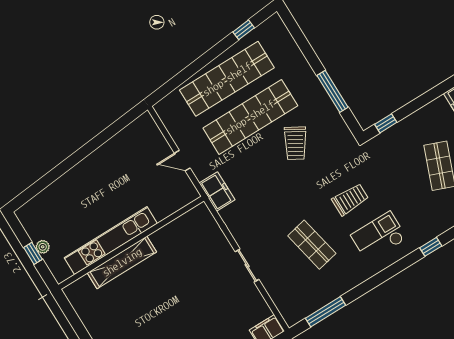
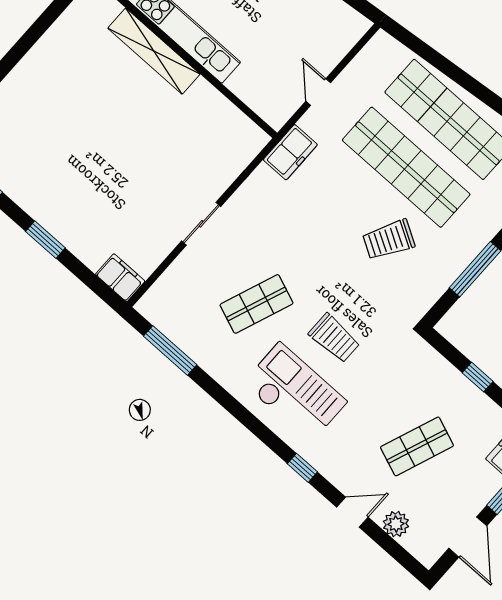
window: (386, 123) -> (478, 377), moved
checkout: (379, 237) -> (295, 392), width x1.36, depth x1.21
shop shelf: (312, 245) -> (257, 304), turned 33

